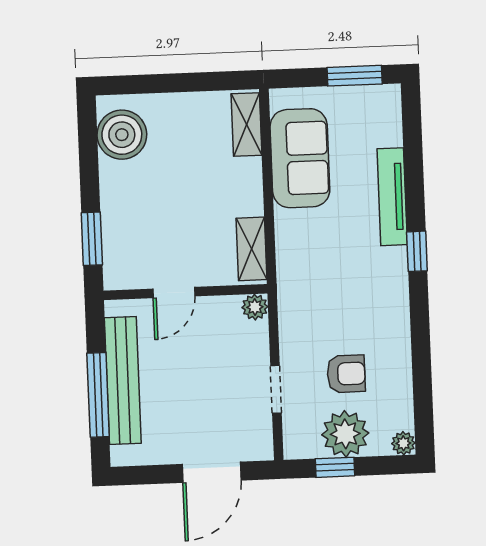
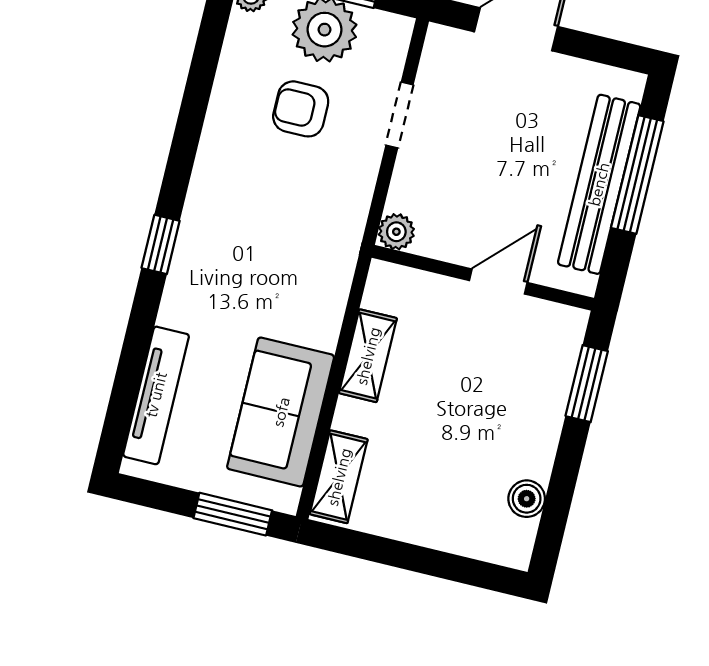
window: (355, 76) -> (233, 514), moved
boiler: (122, 135) -> (527, 499), width x0.54, depth x0.54
tv unit: (392, 197) -> (156, 395), moved
shelving: (251, 249) -> (368, 356), moved

